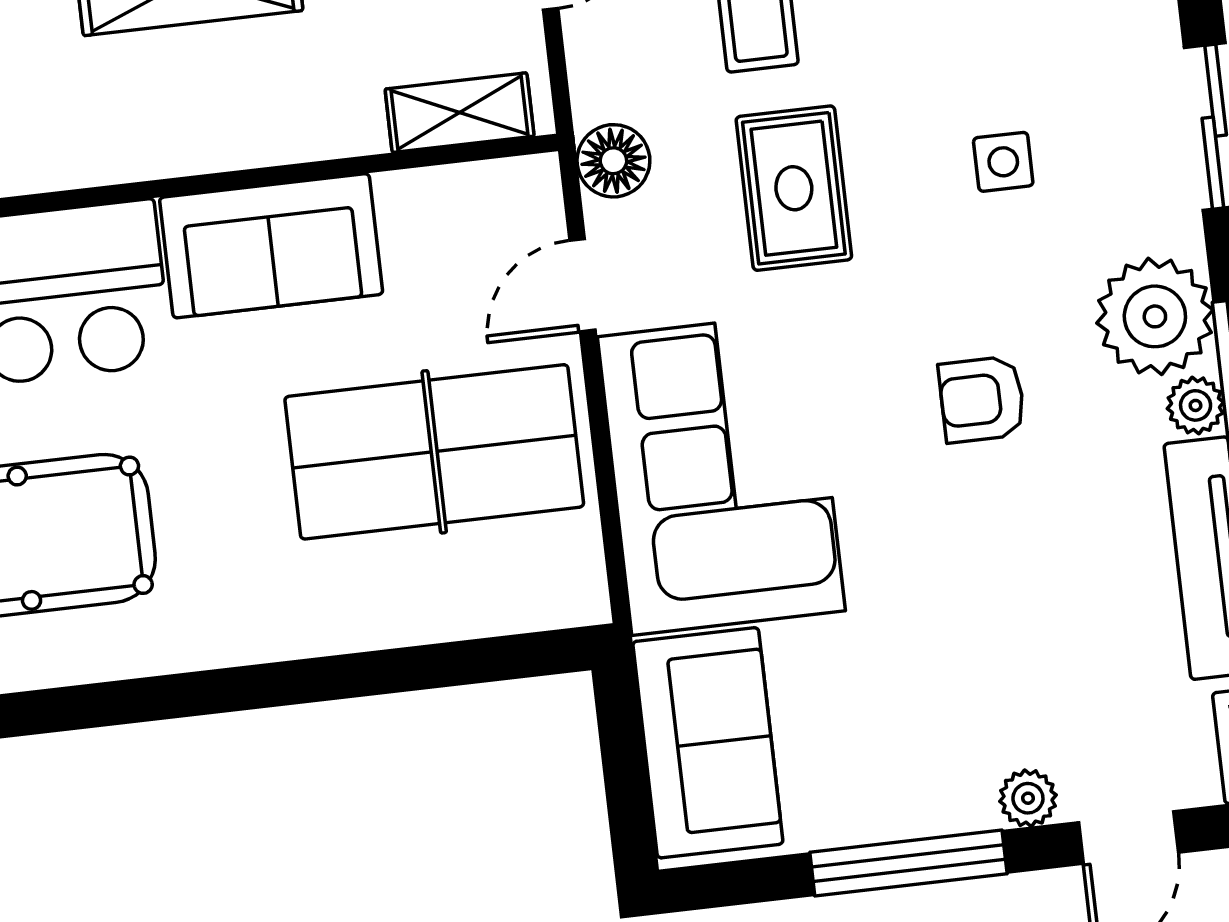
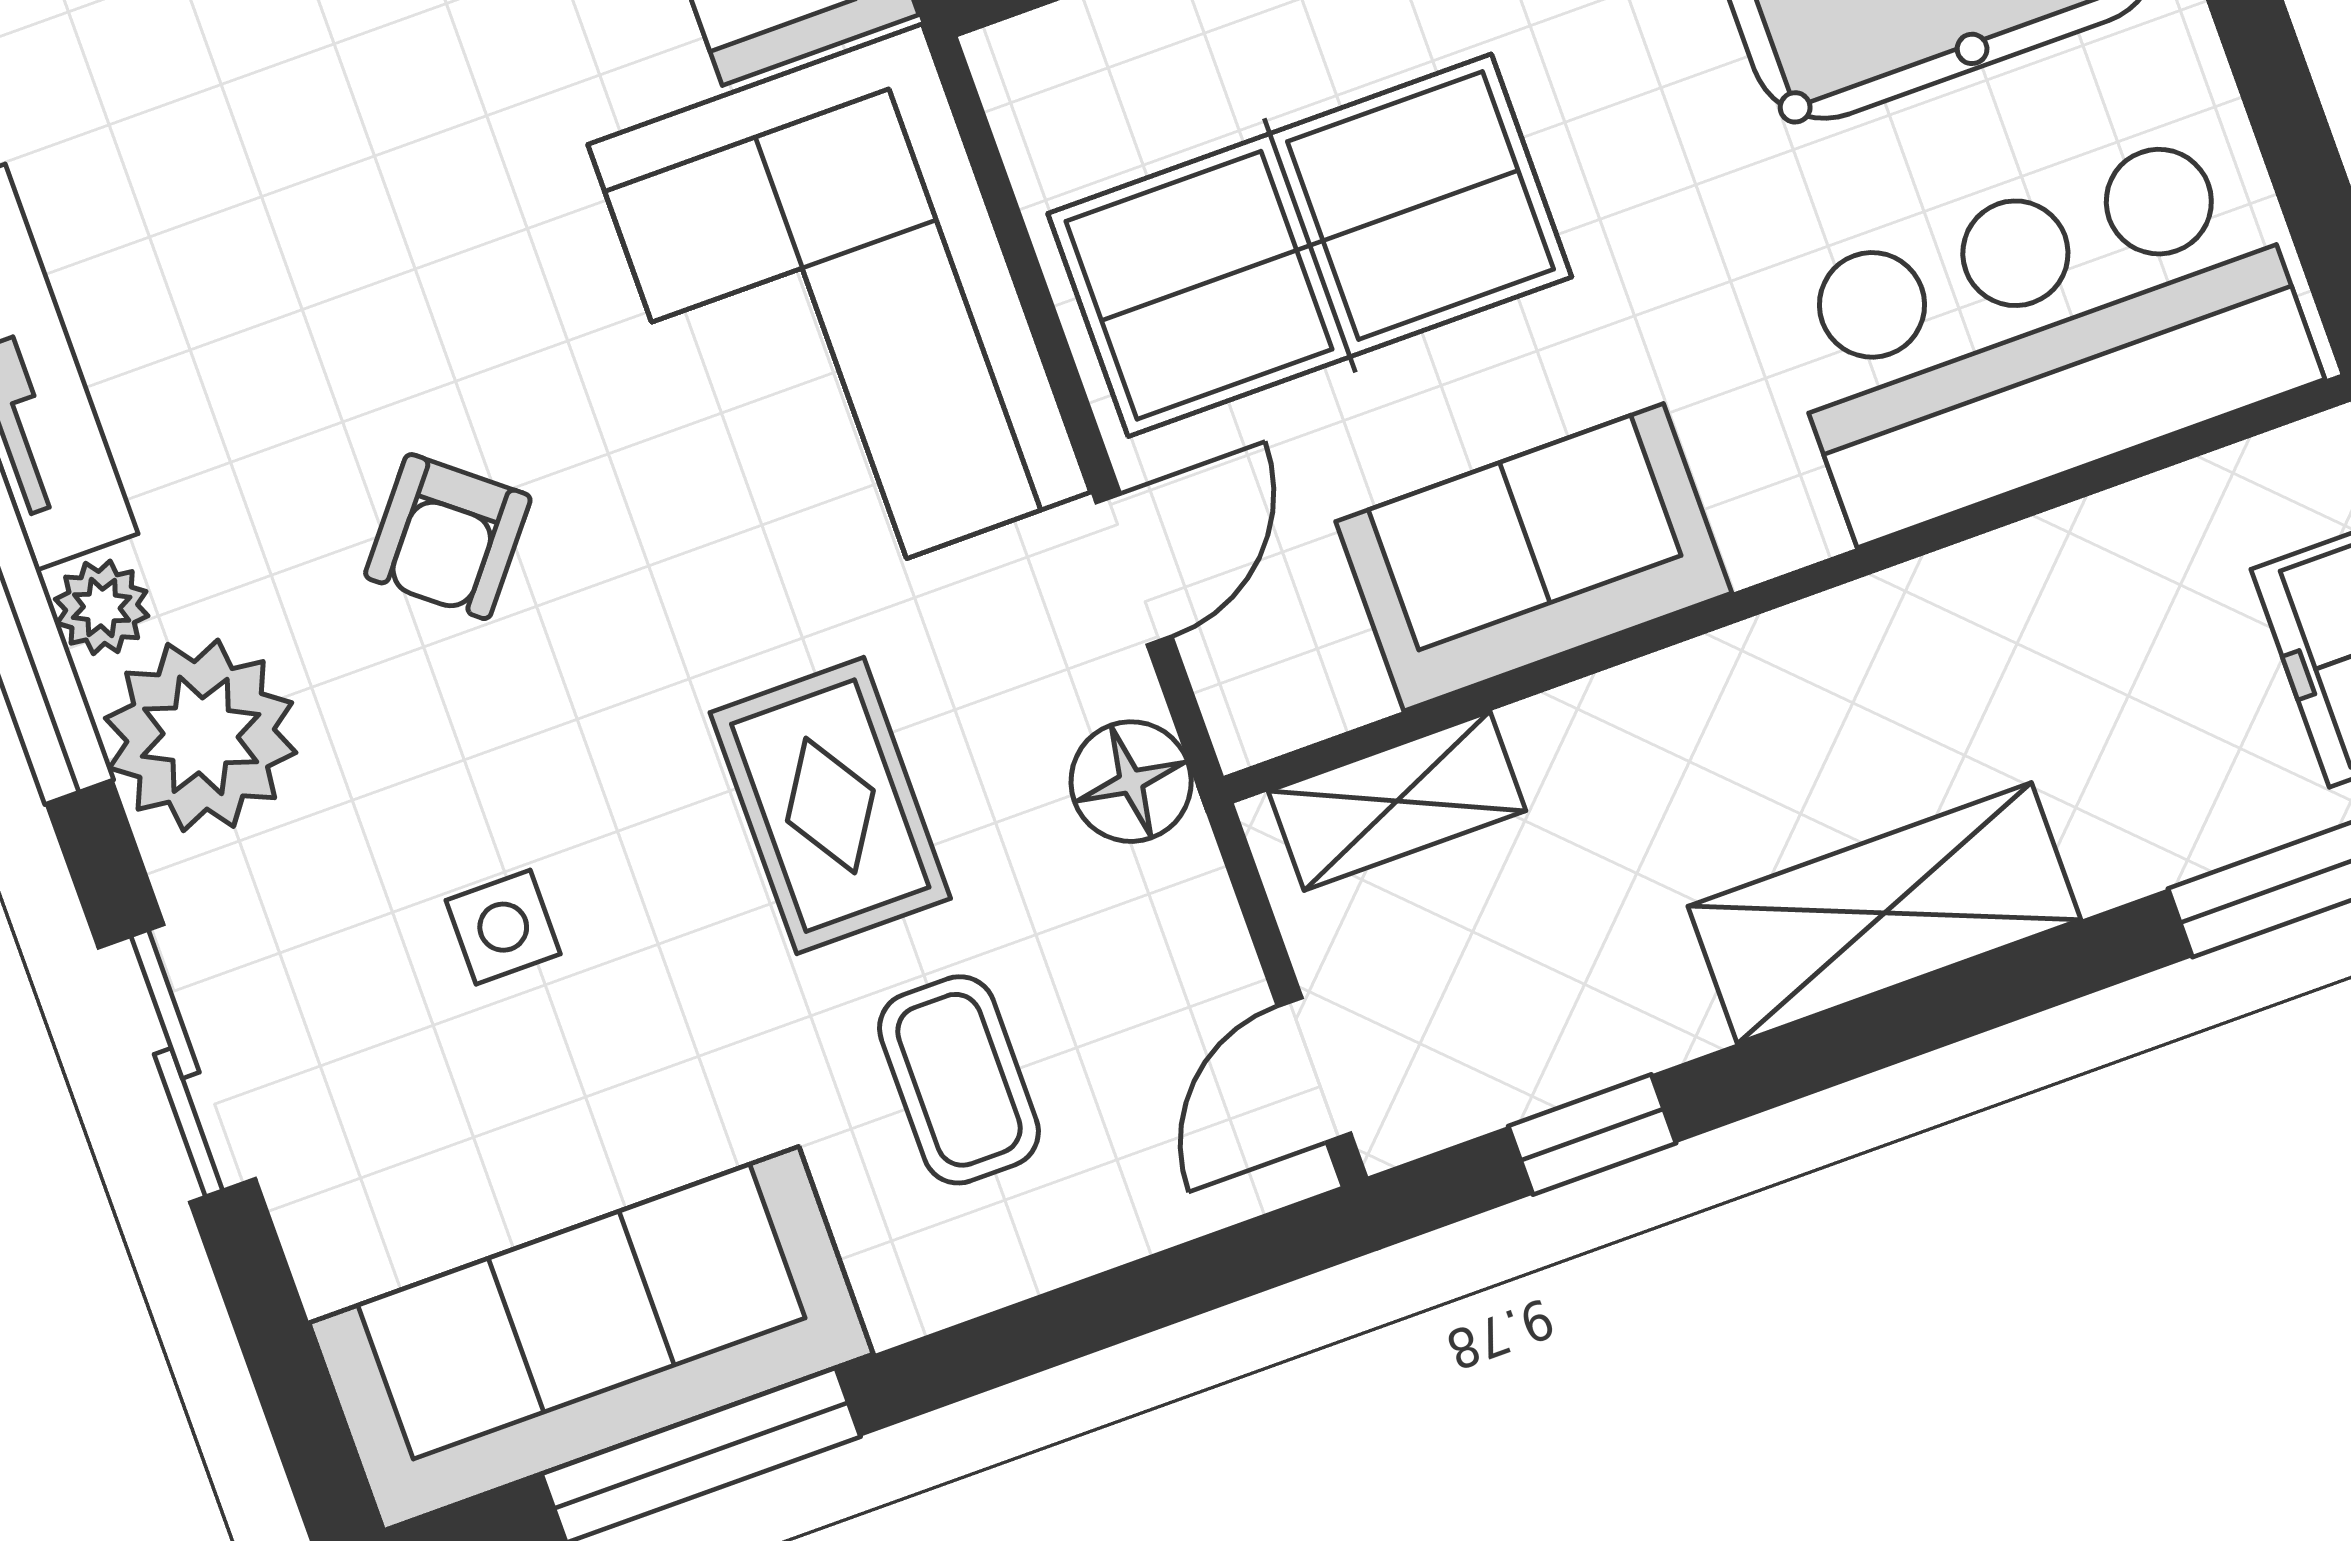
sofa: (271, 246) -> (1534, 557), moved
armchair: (982, 399) -> (448, 537), turned 129

